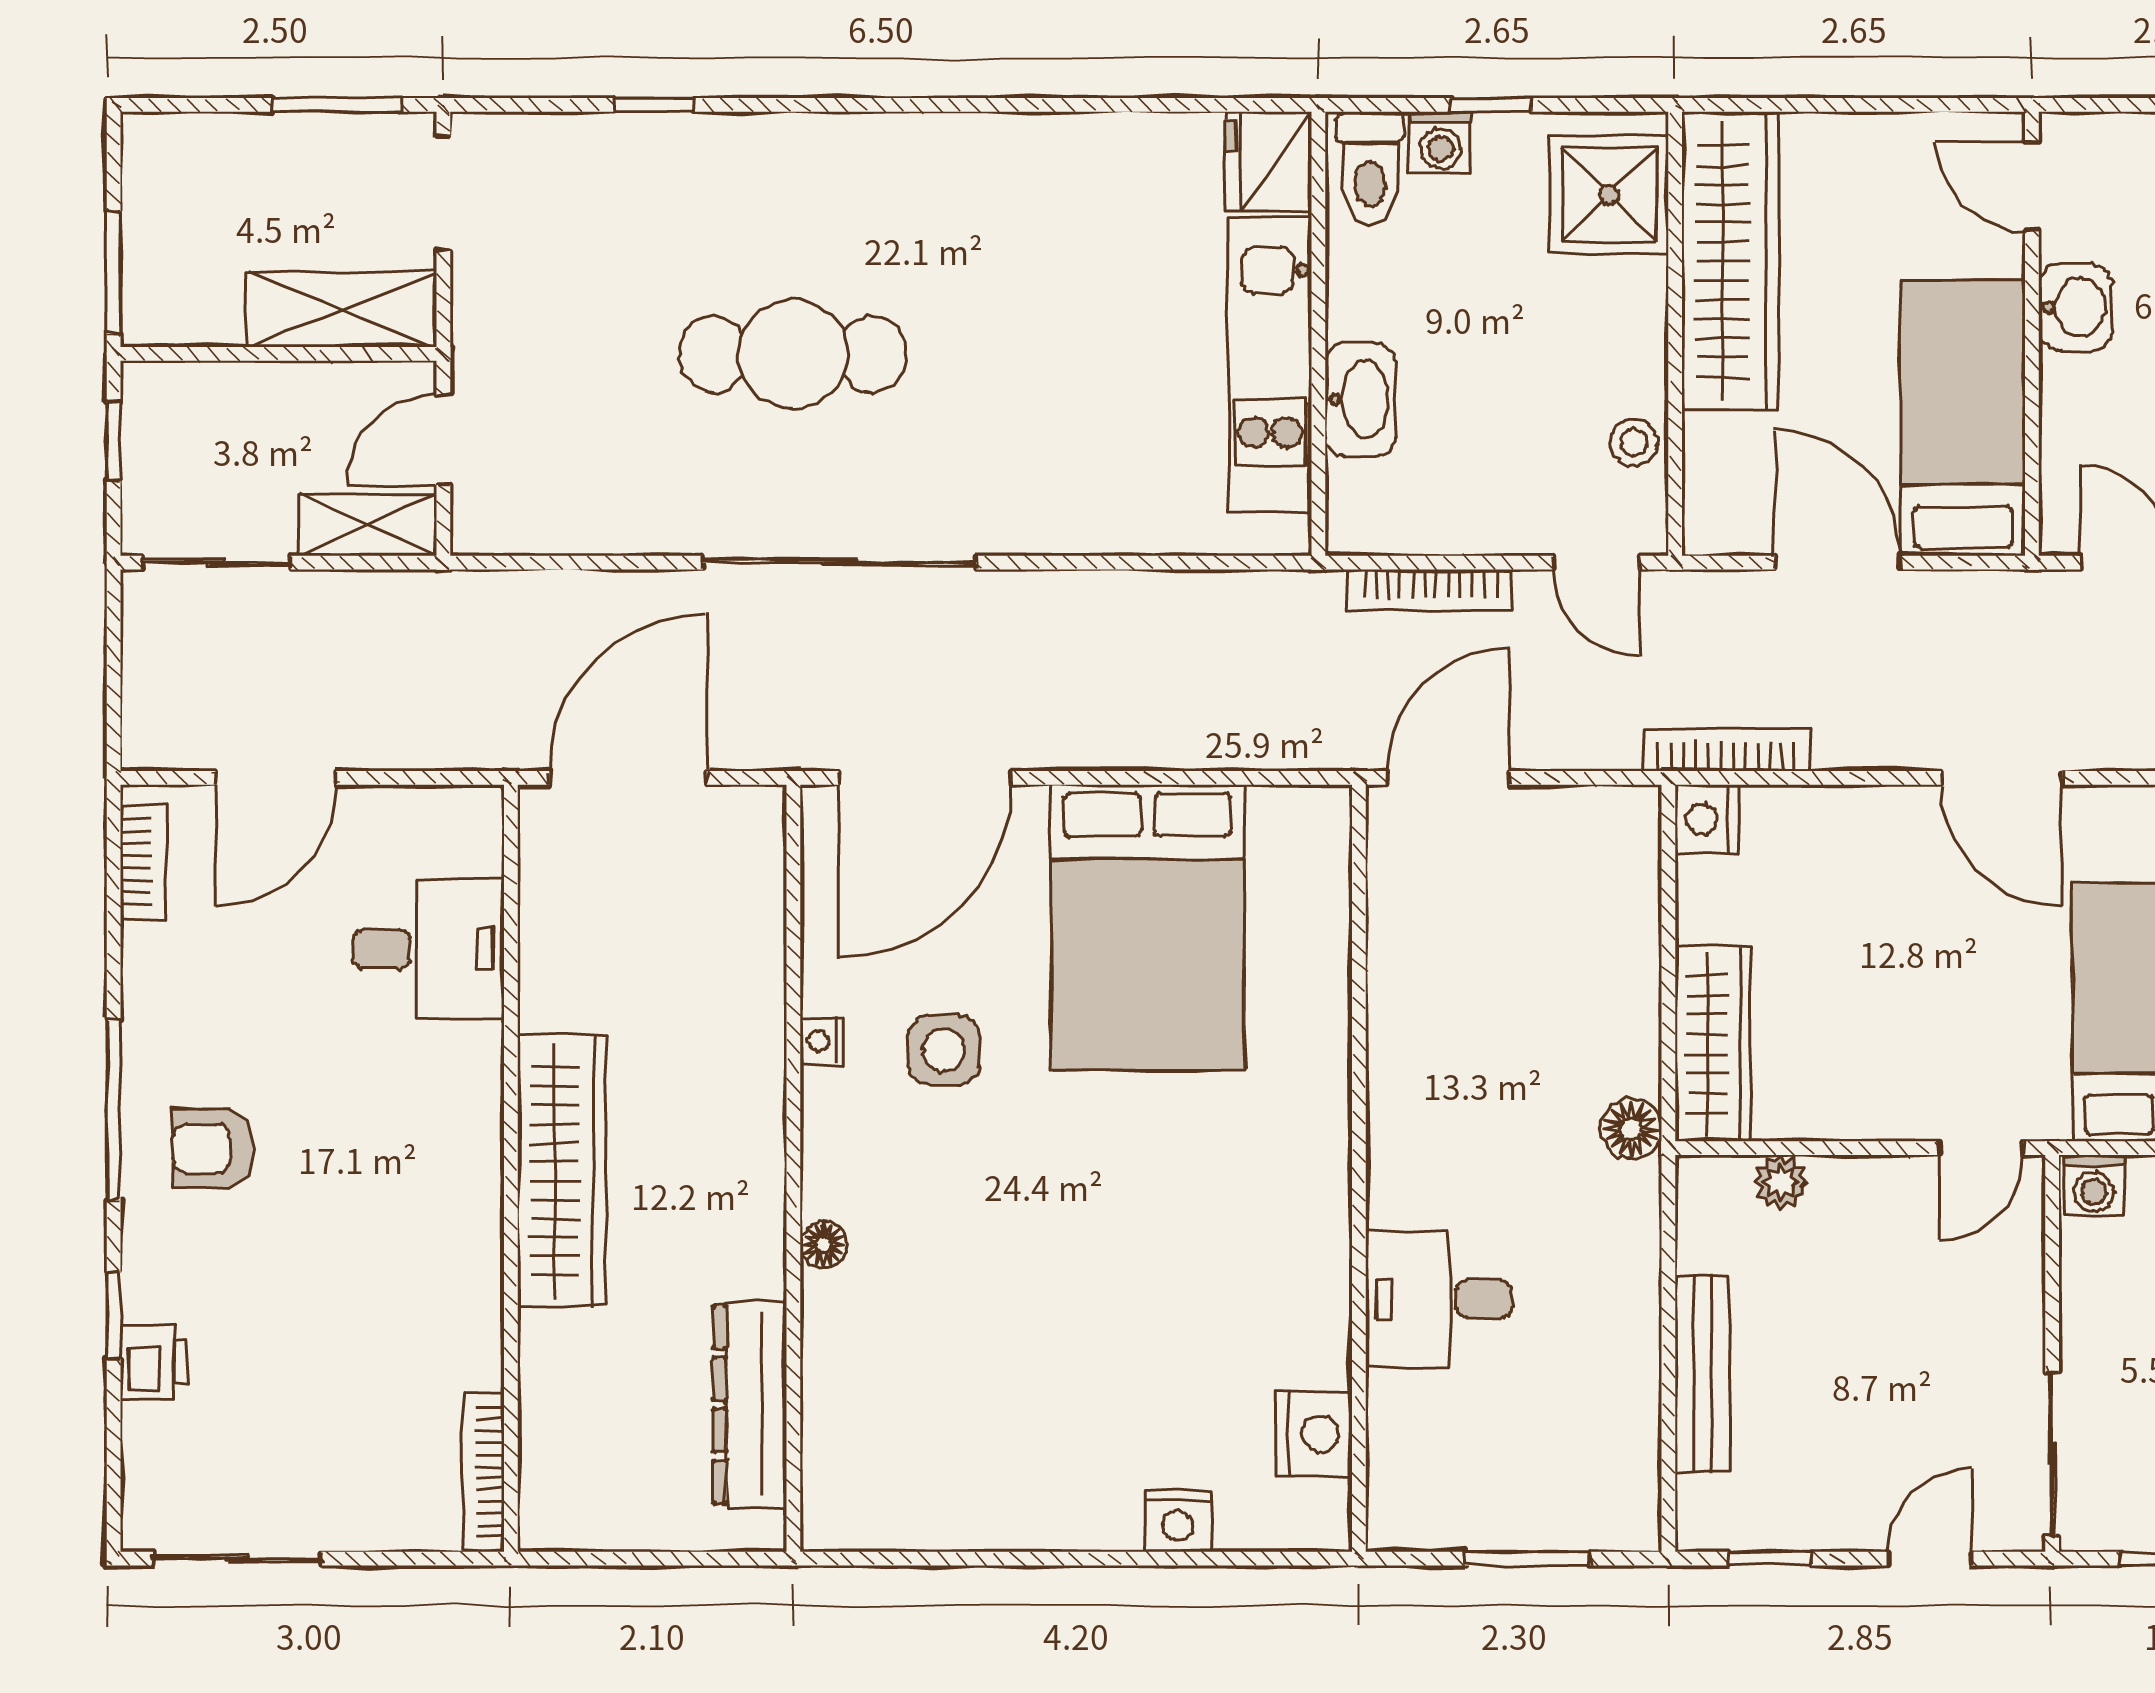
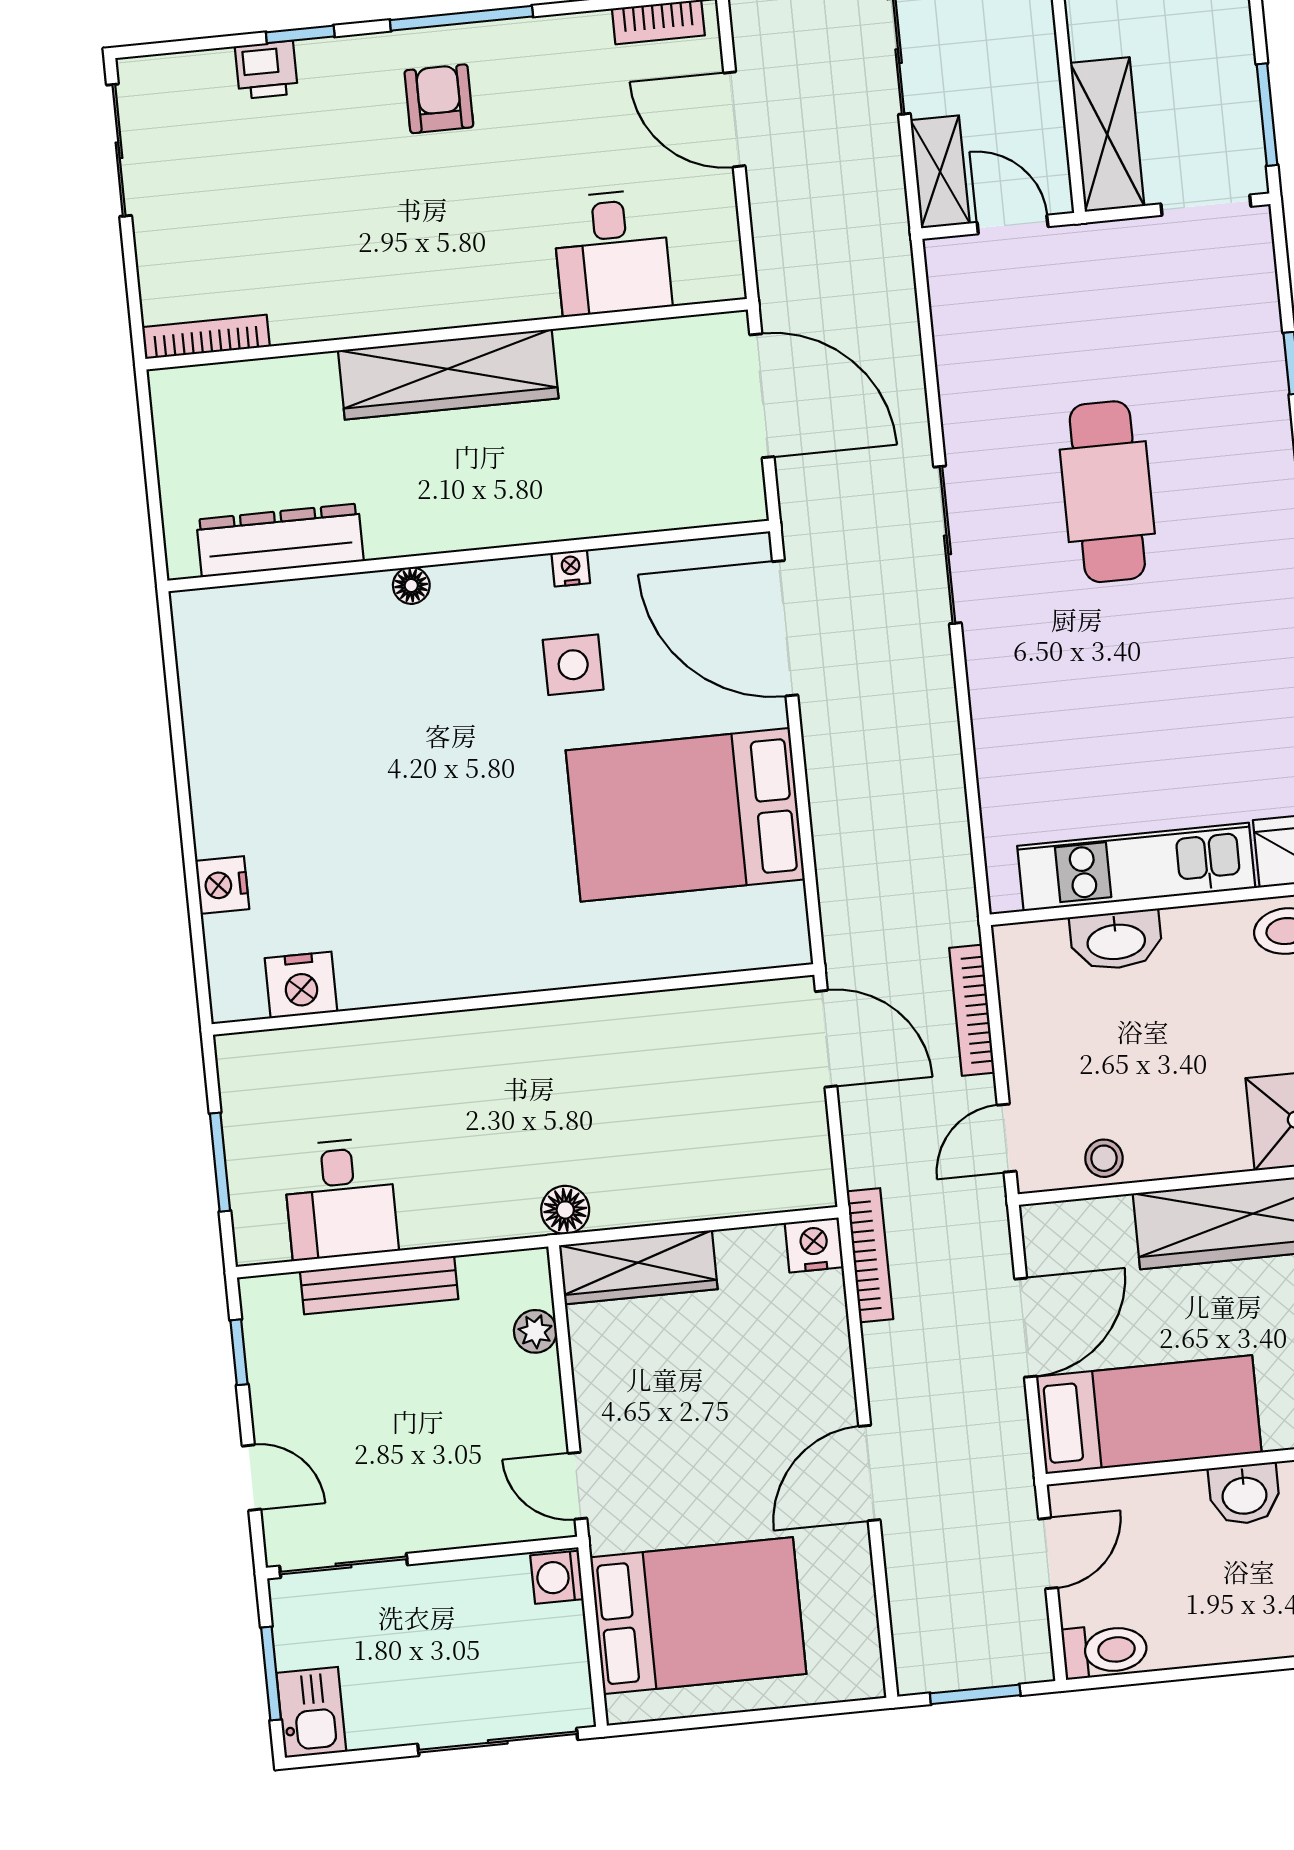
sliding door: (840, 563) -> (947, 545), width x0.73
desk: (1439, 1299) -> (340, 1199), moved, turned 180

